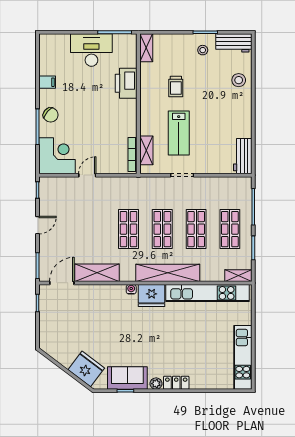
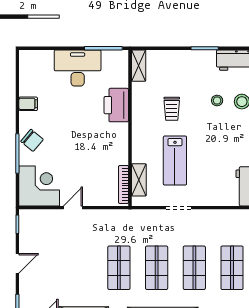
stool: (203, 50) -> (217, 101), moved

